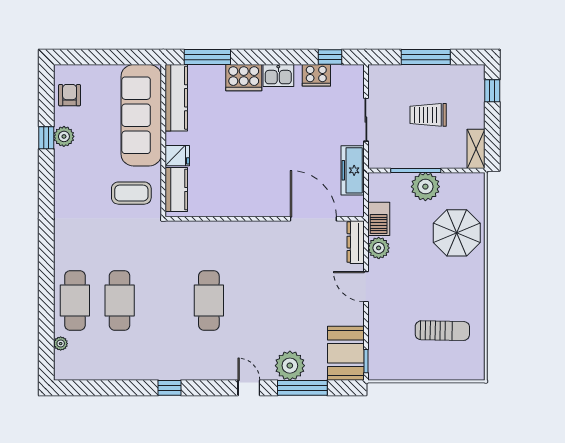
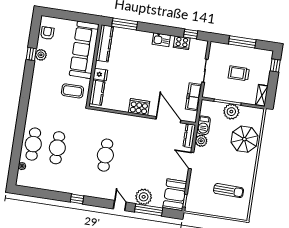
cooker: (244, 78) -> (139, 107), moved, turned 180

